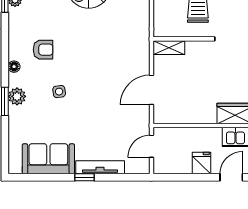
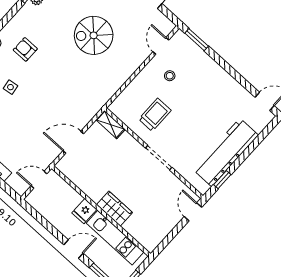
armchair: (43, 50) -> (25, 49), turned 180
fridge: (202, 163) -> (84, 211), moved, turned 180

